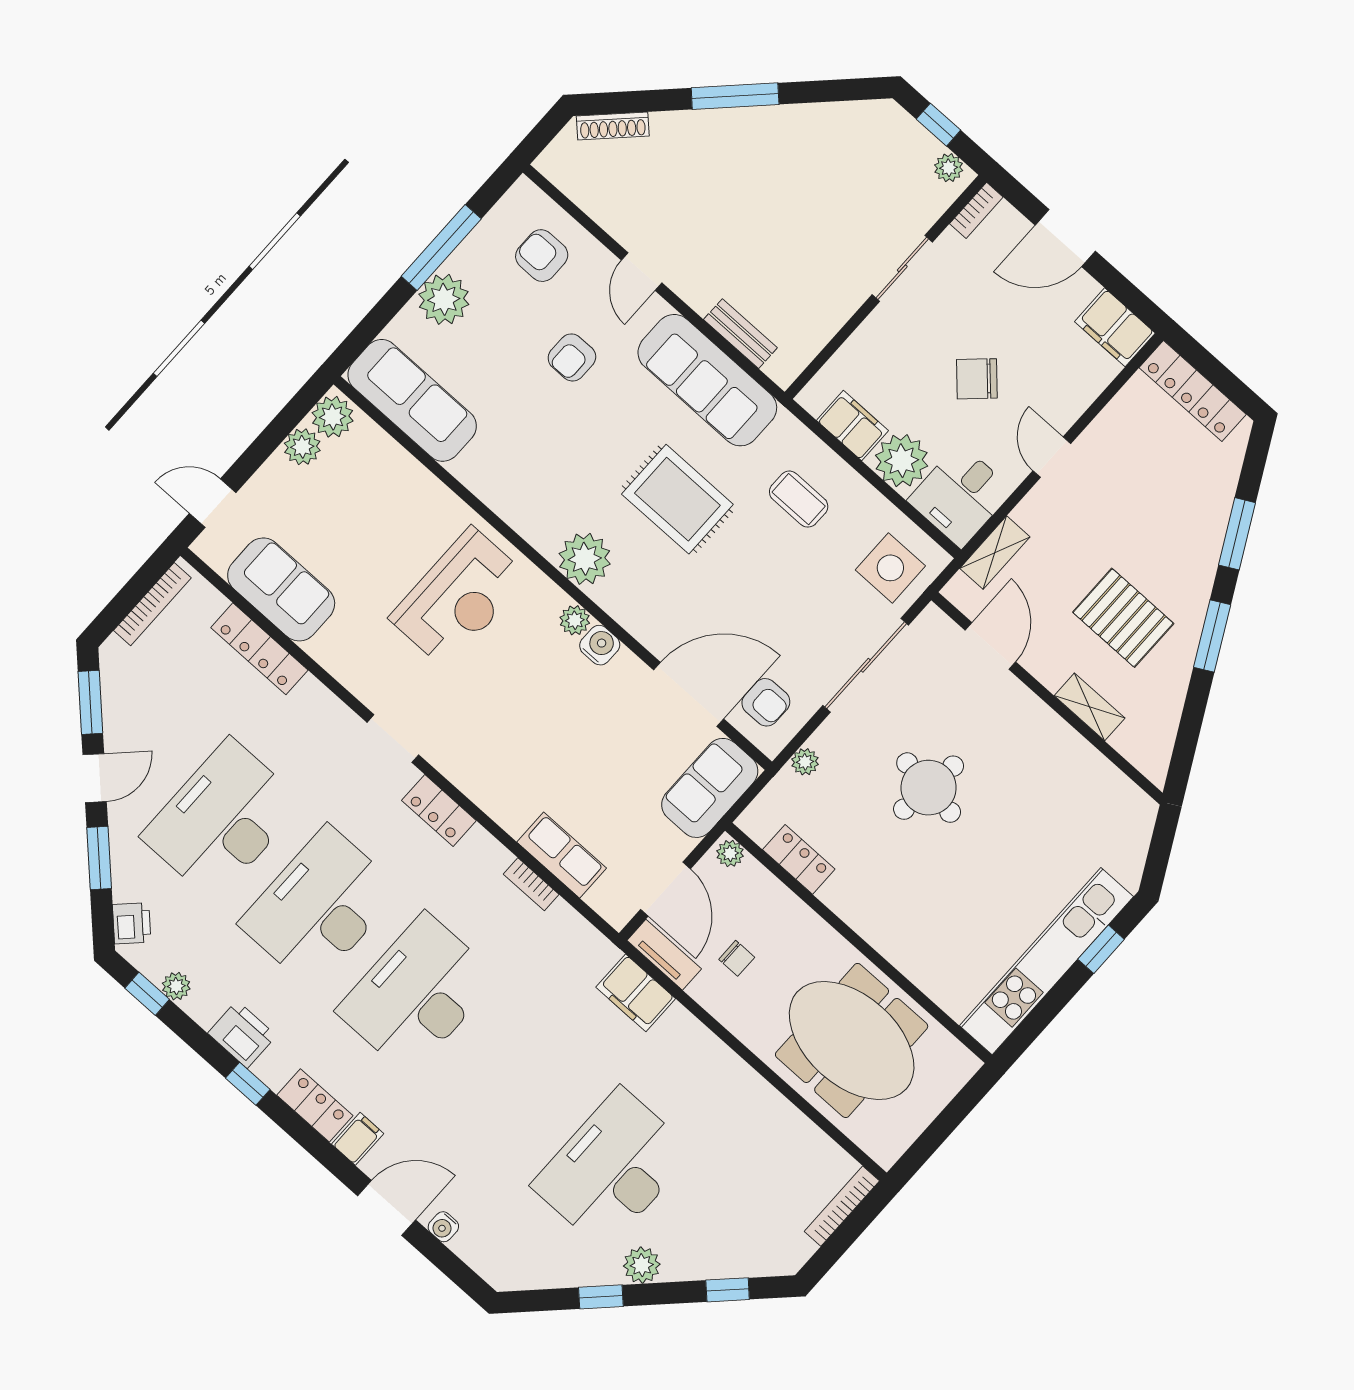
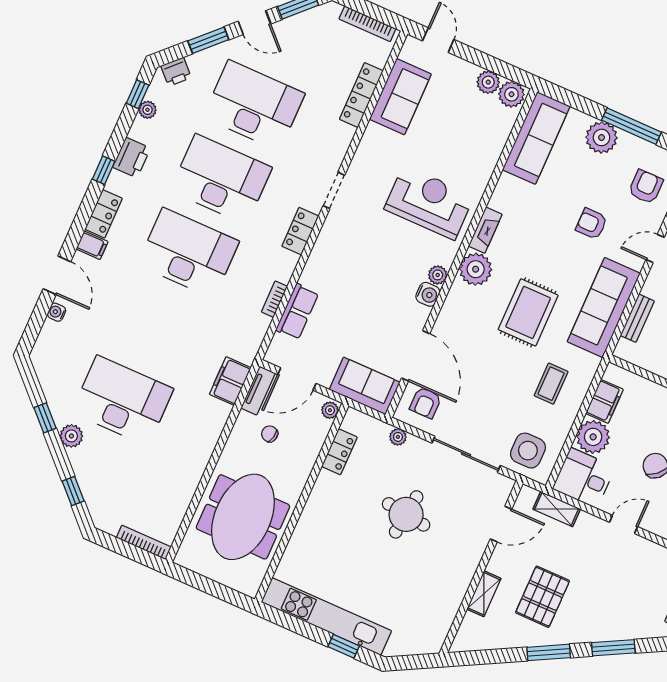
fireplace: (529, 525) -> (485, 230), added
reception desk: (459, 598) -> (429, 202), turned 180
chair: (737, 958) -> (270, 434), turned 103

